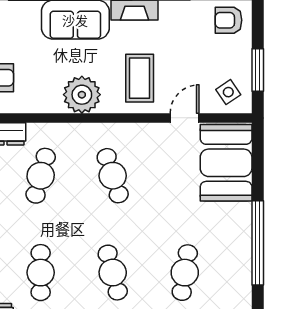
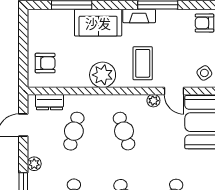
door: (185, 118) -> (174, 91), swing flipped
plant: (155, 132) -> (153, 101), added

